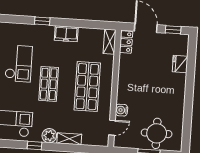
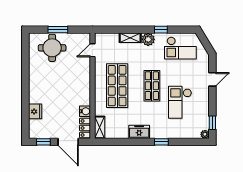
water cooler: (121, 110) -> (85, 111), moved

